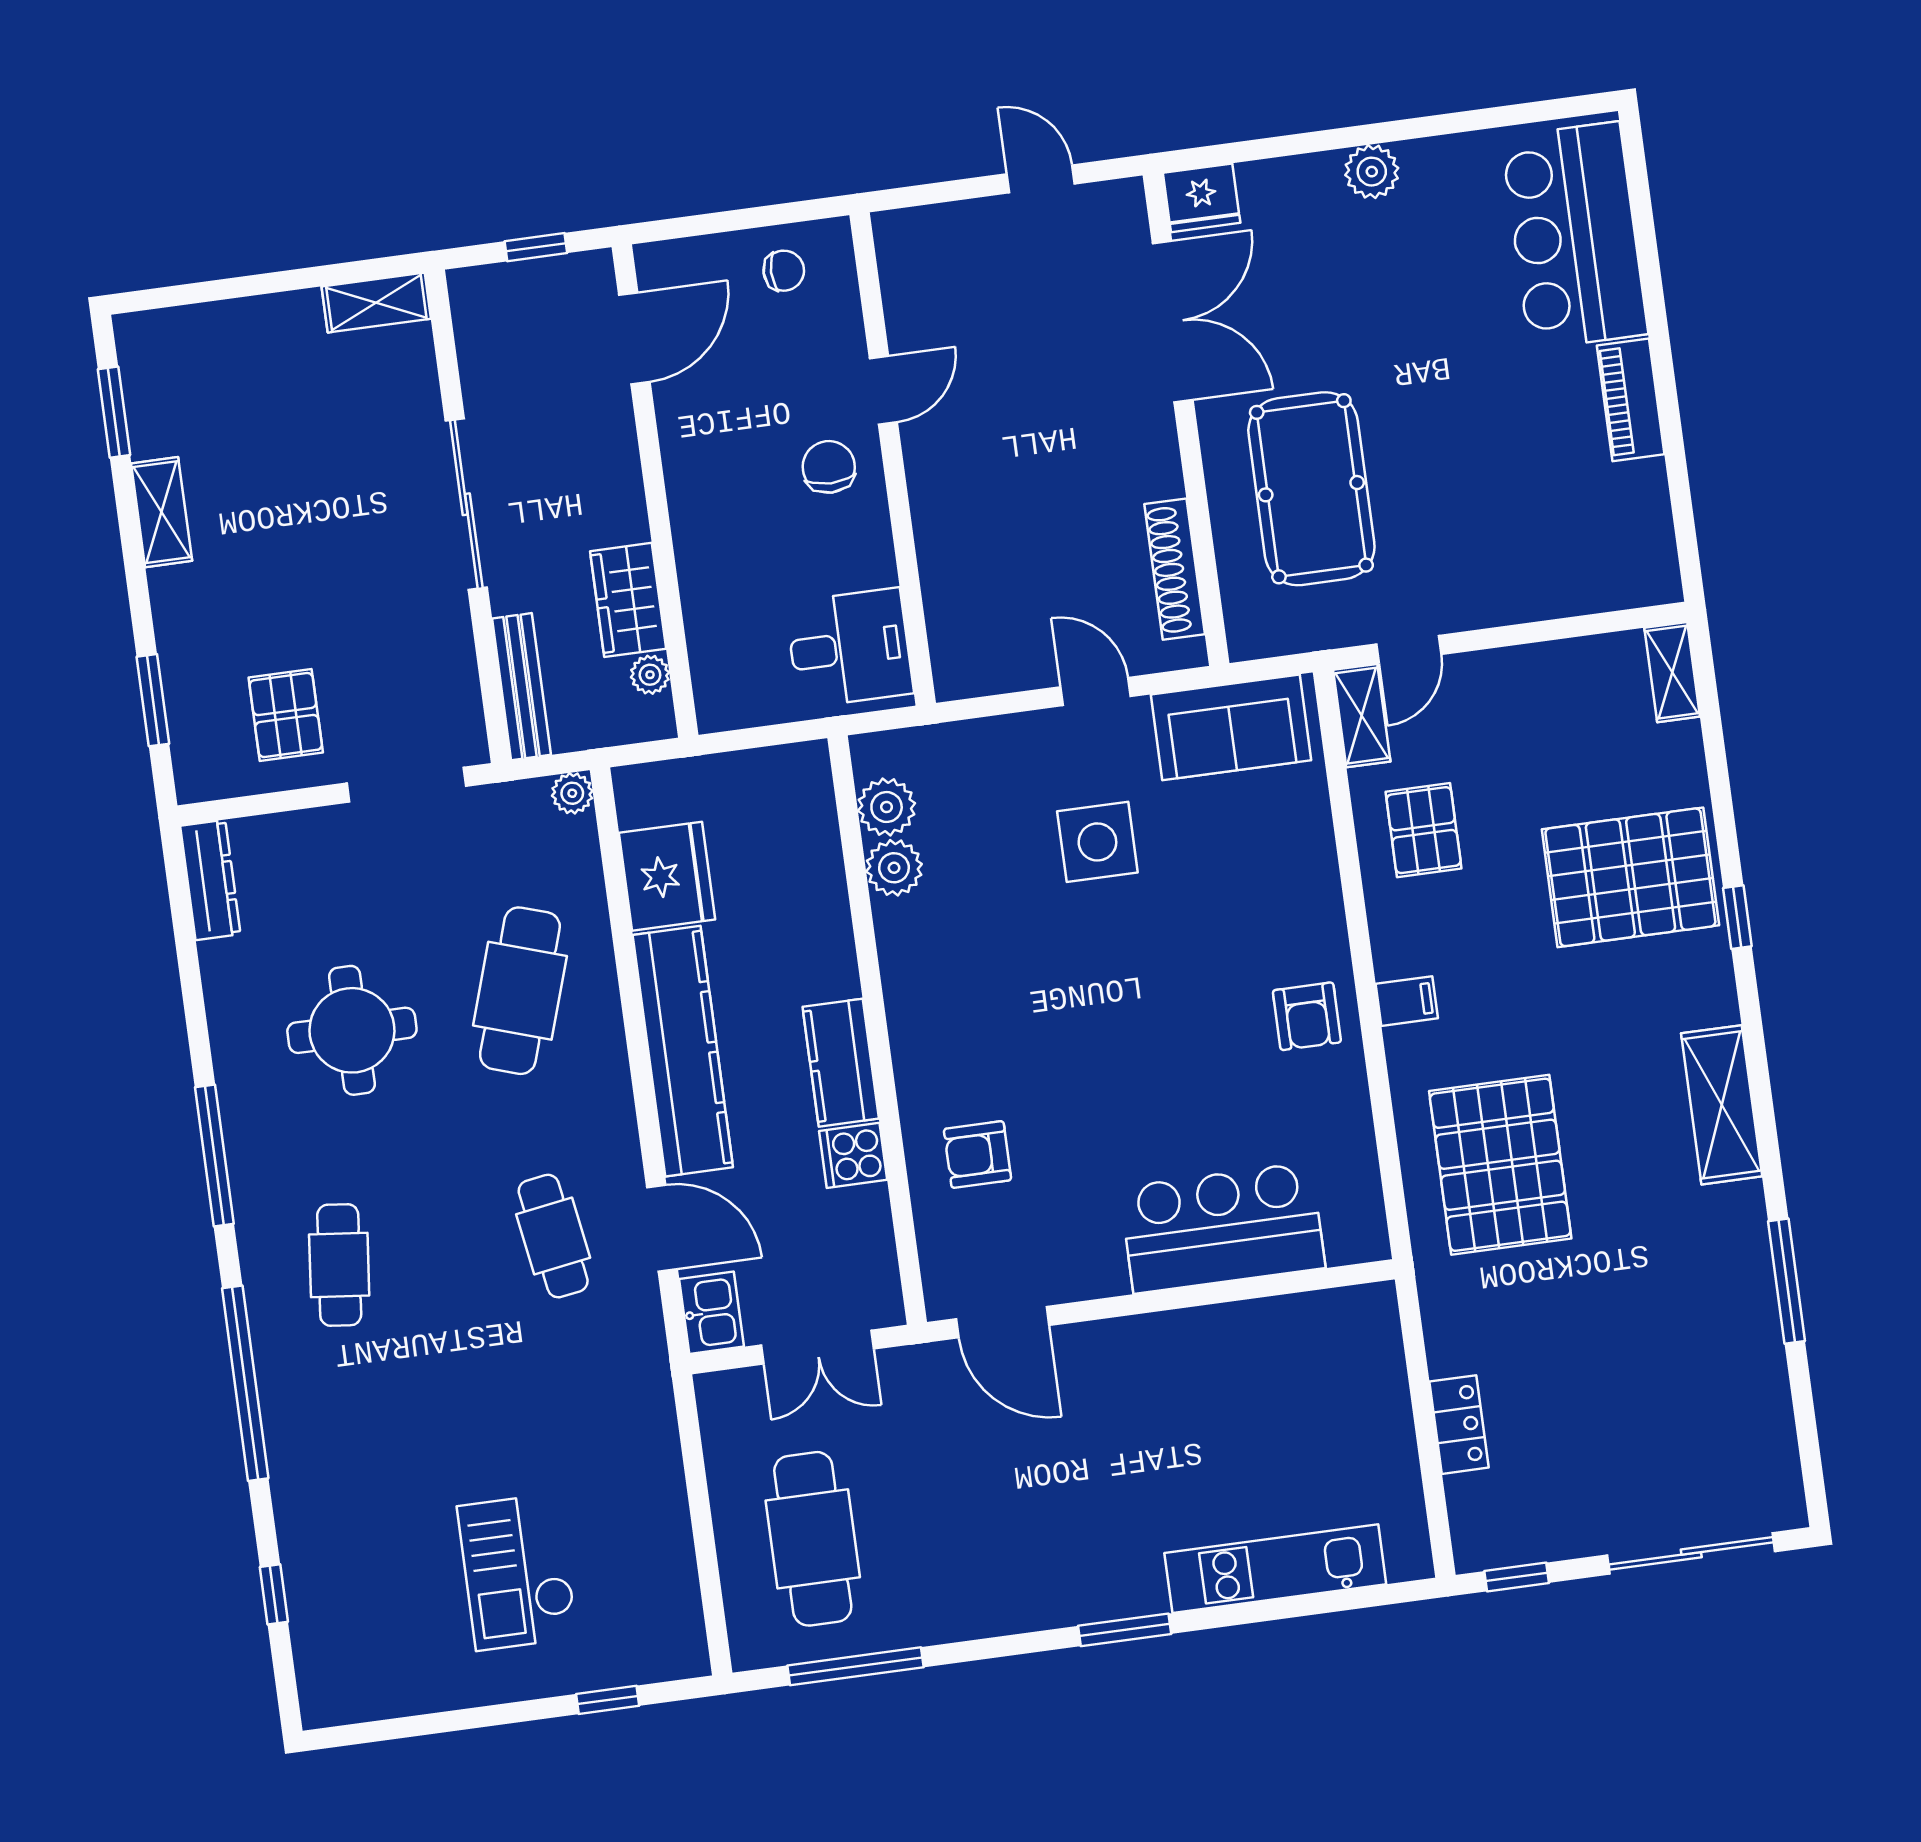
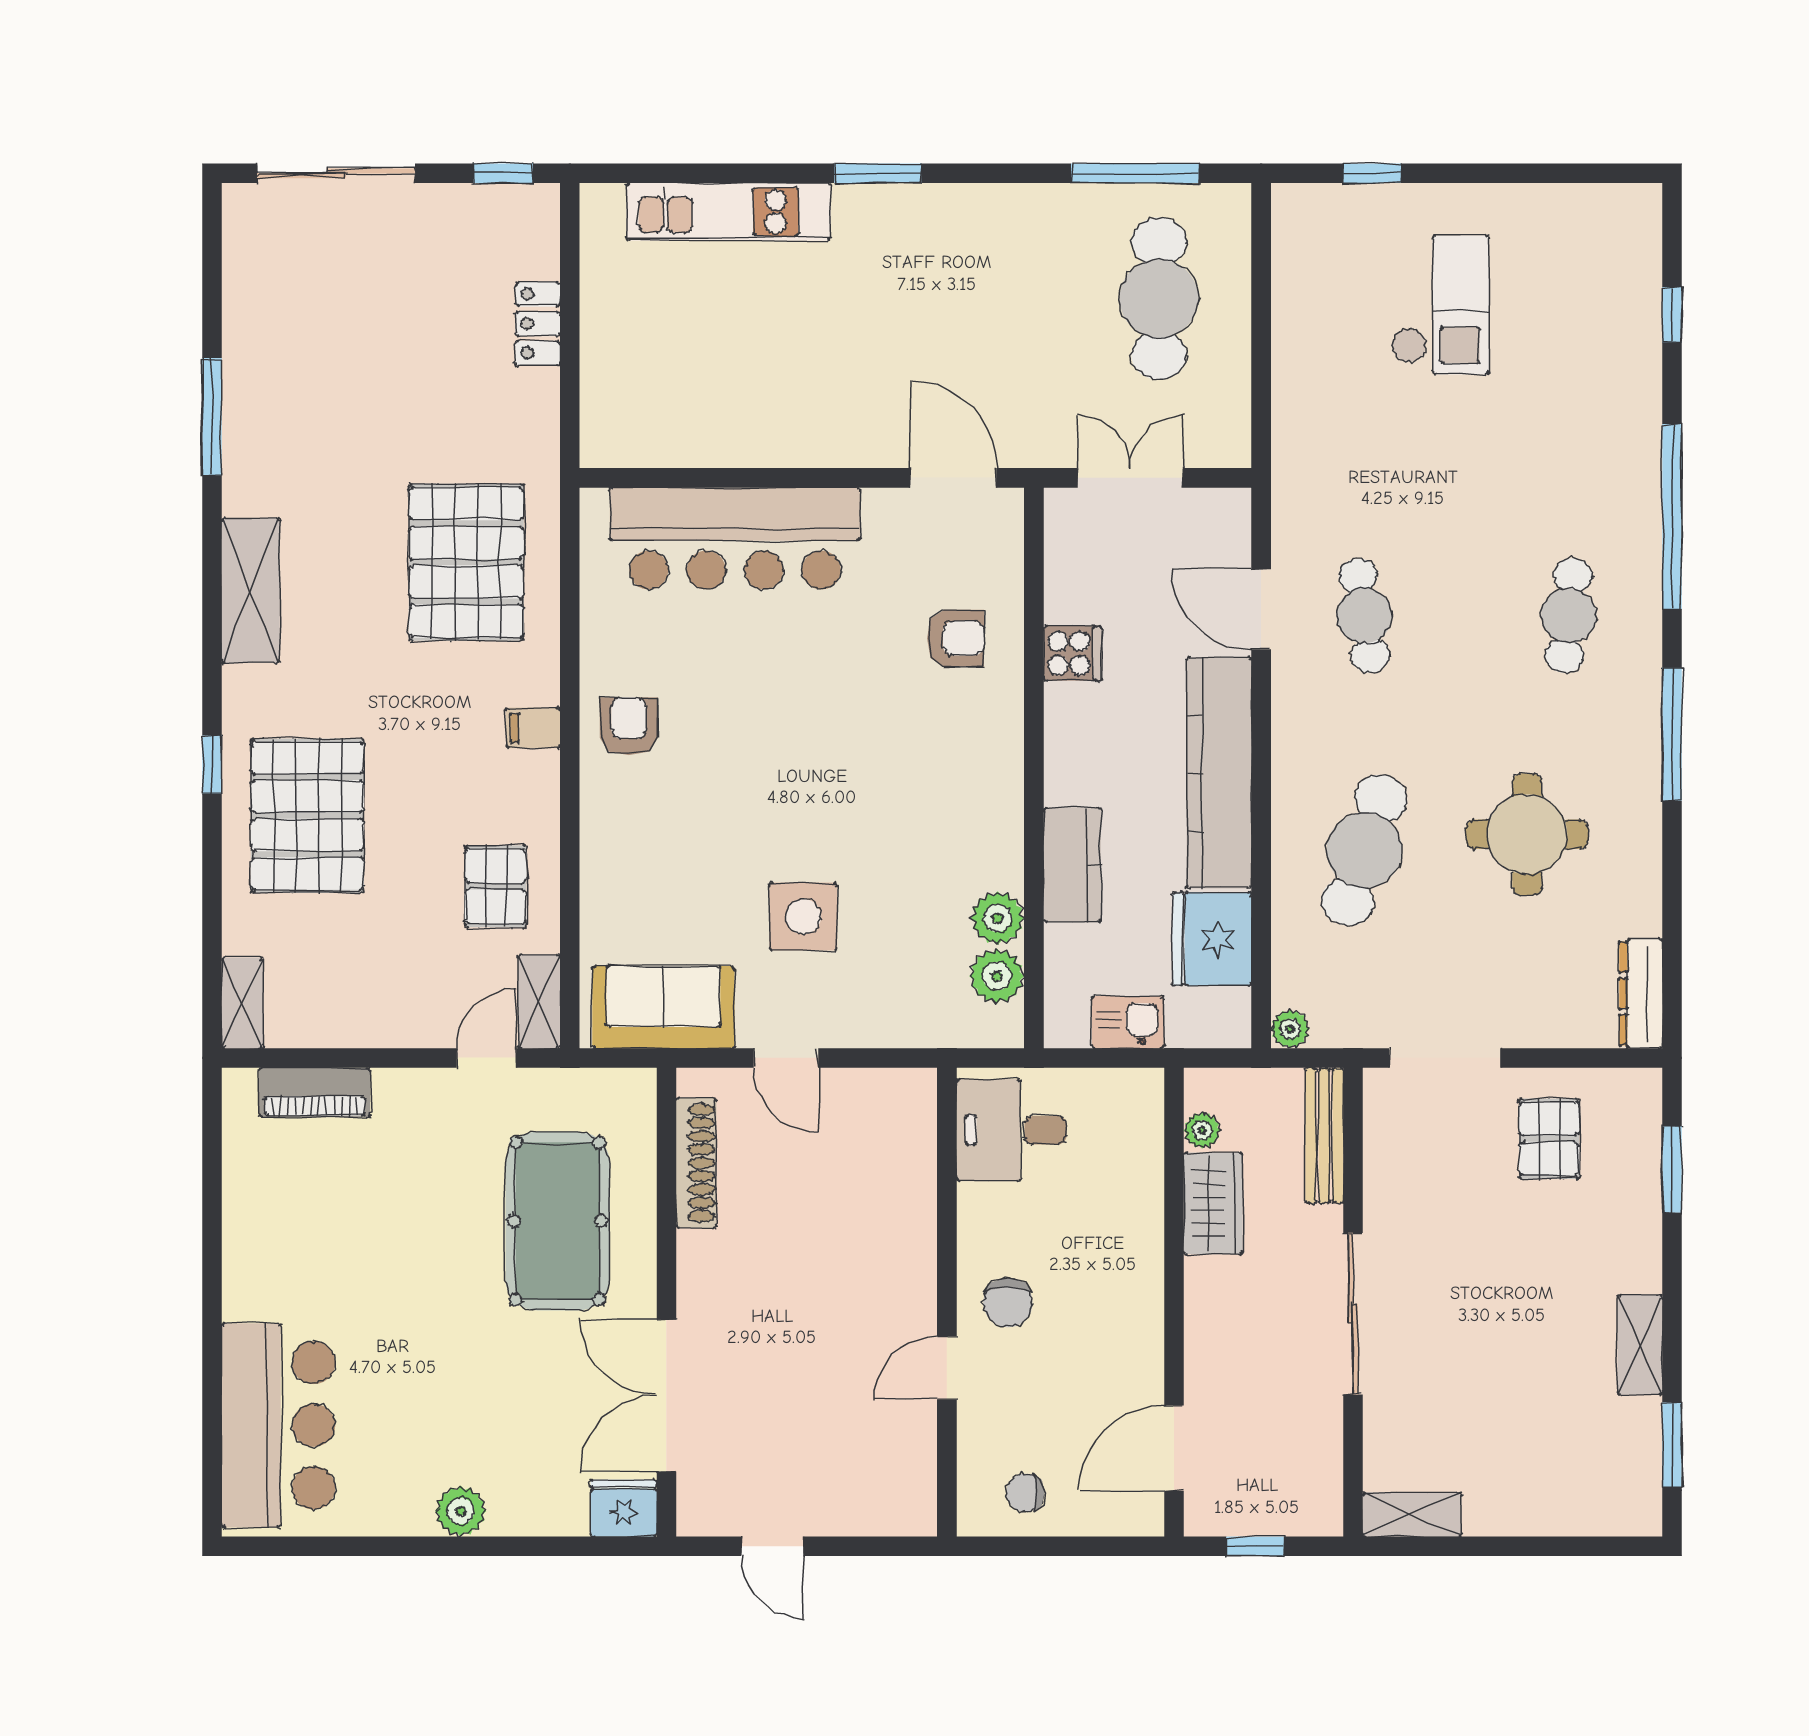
piano: (1631, 400) -> (315, 1092), moved, turned 90
pallet: (1630, 877) -> (307, 816), turned 90
kitchen counter: (841, 1063) -> (1072, 865), moved
bar counter: (1222, 1228) -> (735, 538), width x1.36
kitchen sink: (712, 1313) -> (1128, 1022), moved, turned 90

